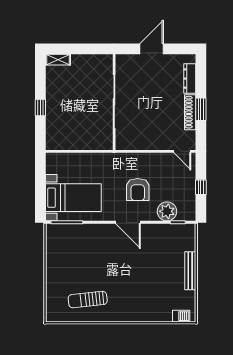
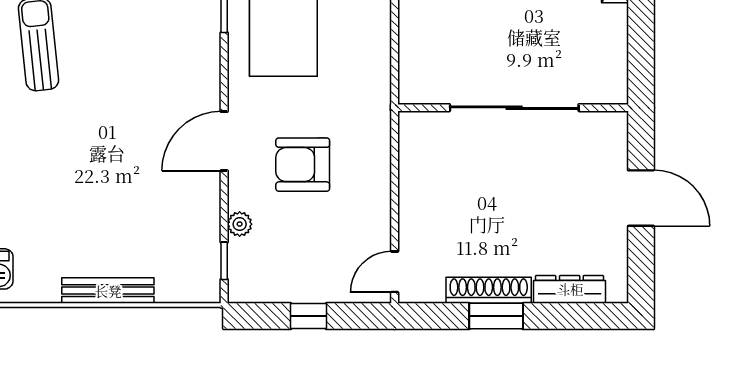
plant: (167, 211) -> (240, 224), width x0.53, depth x0.53

